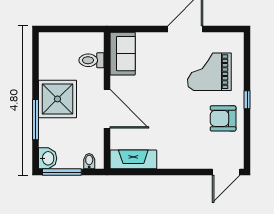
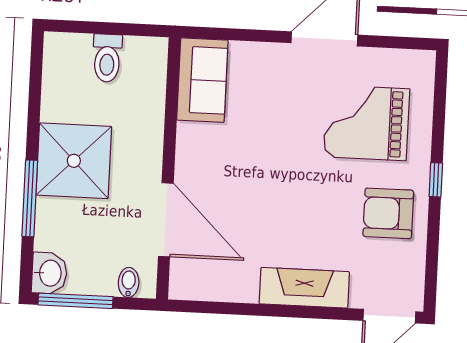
toilet: (91, 60) -> (107, 58), moved, turned -90
door: (107, 109) -> (166, 220), moved
fireplace: (133, 159) -> (304, 288), moved

